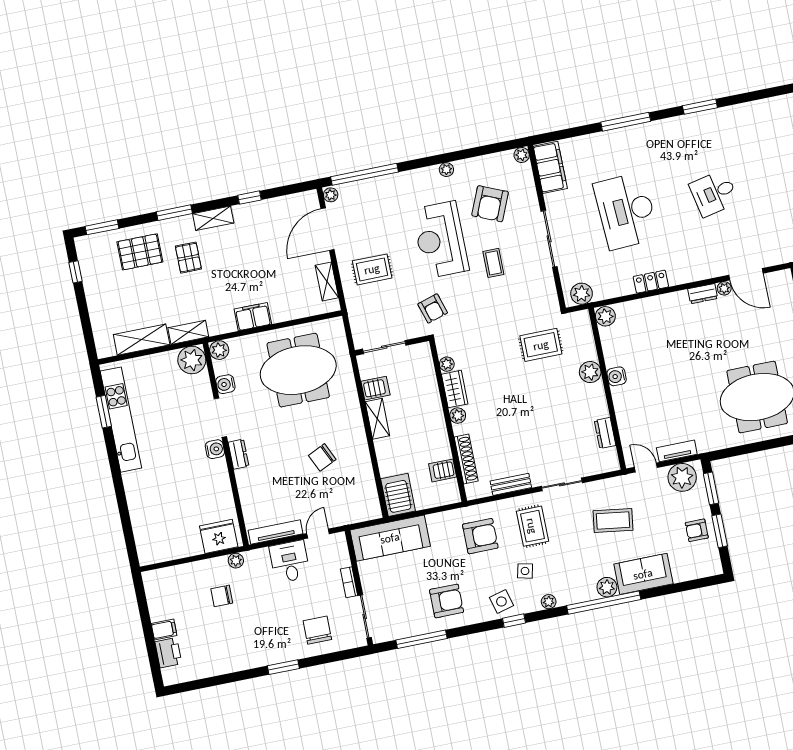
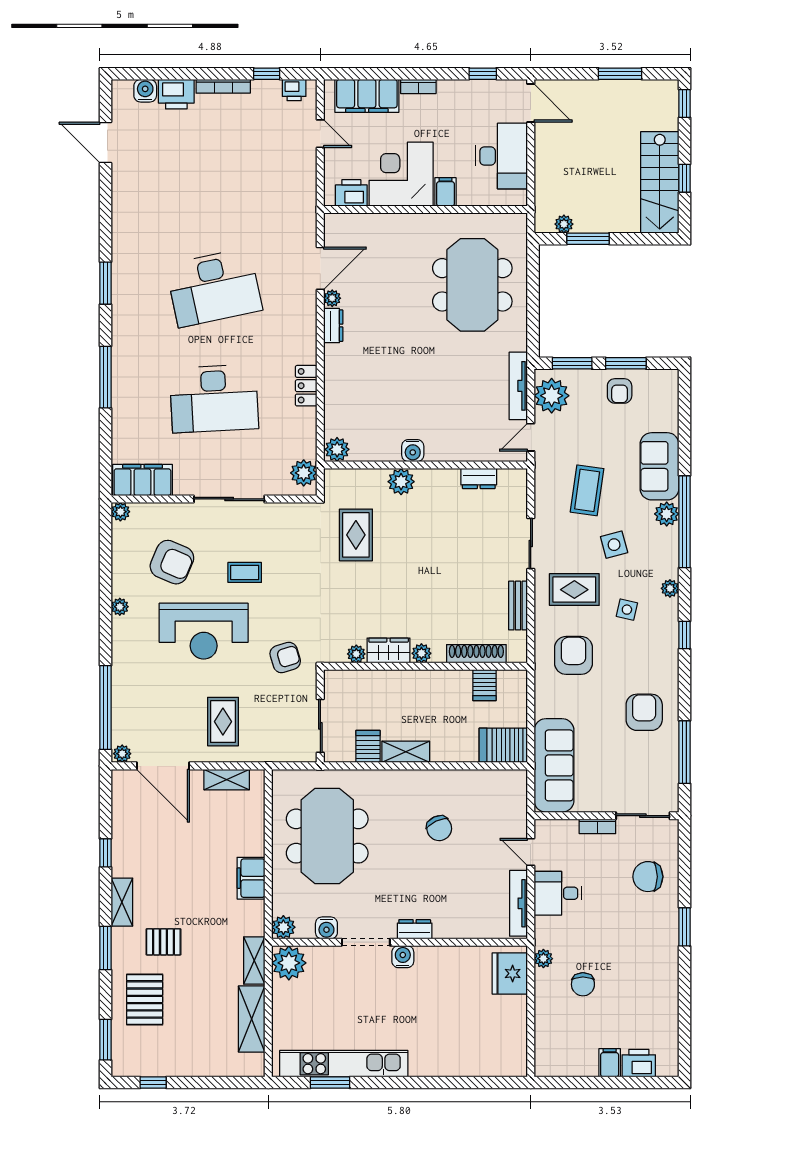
desk: (714, 193) -> (214, 287), width x1.87, depth x1.30
tv unit: (677, 451) -> (518, 386), width x1.41
side table: (501, 601) -> (614, 545), moved

